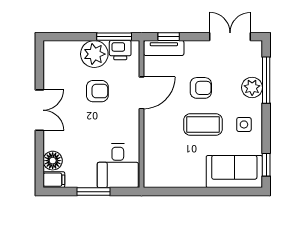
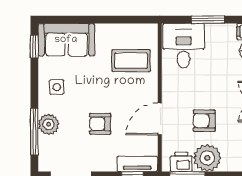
coffee table: (203, 125) -> (131, 61), moved

